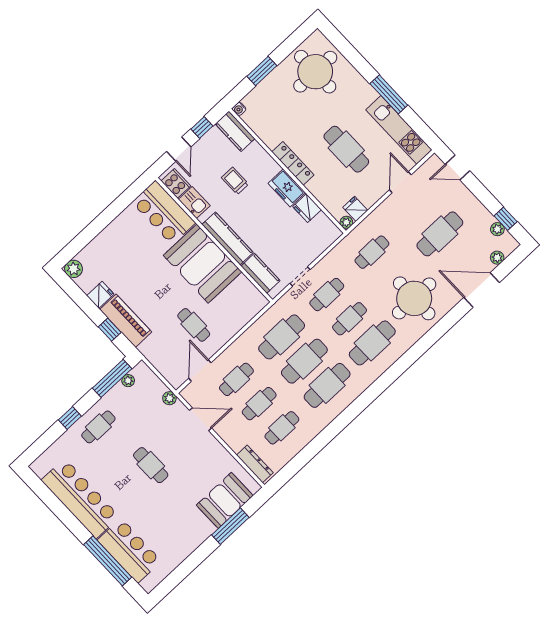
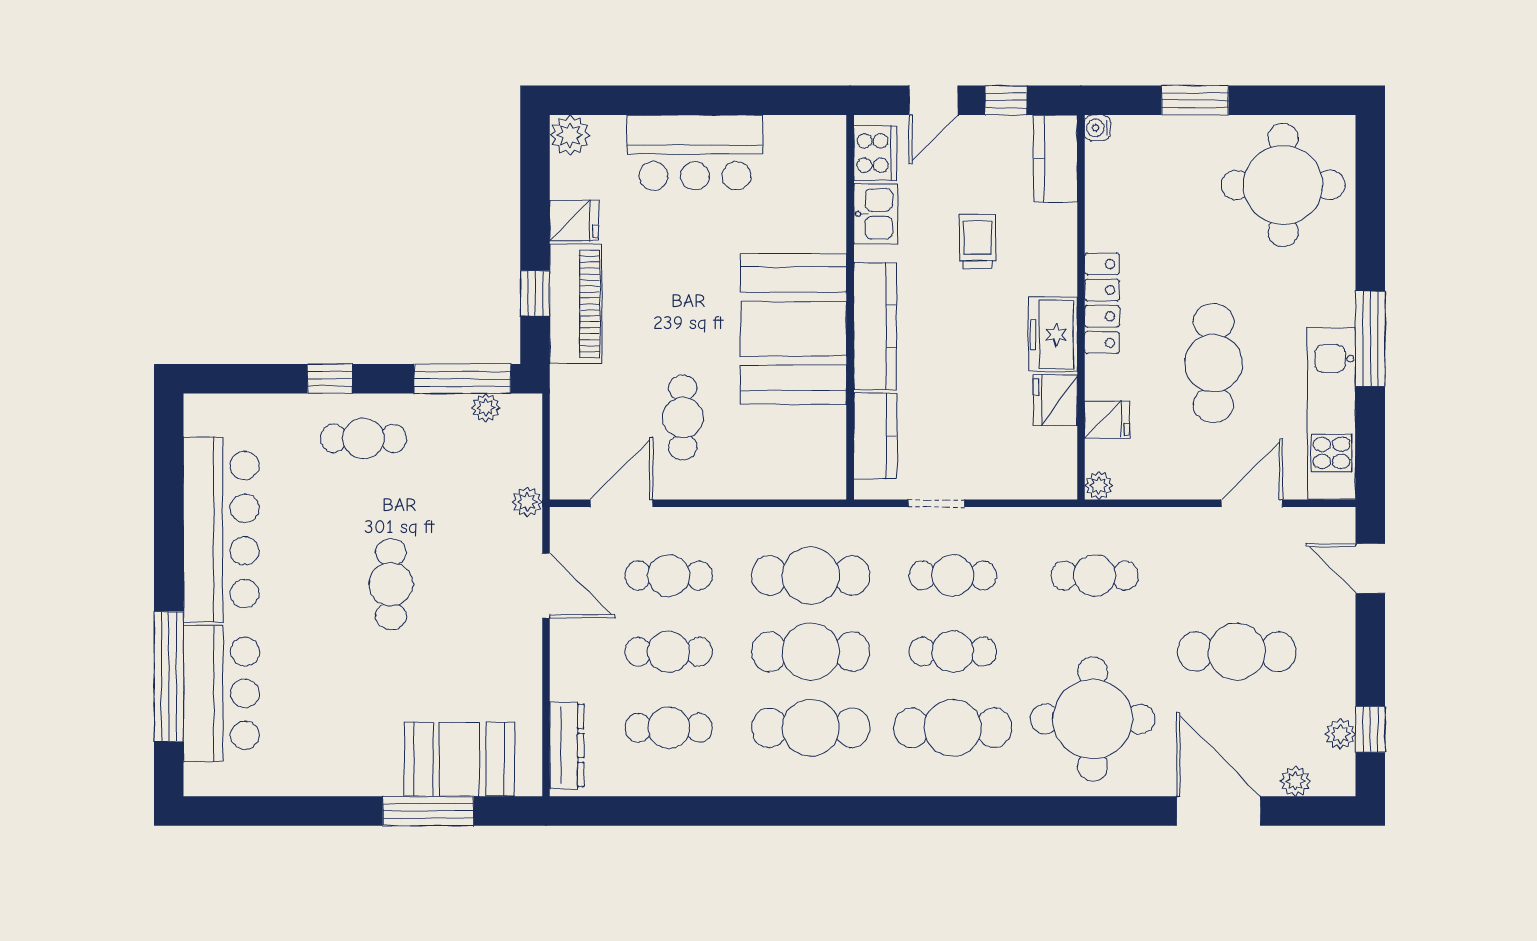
fridge: (355, 209) -> (1107, 420), moved, turned 90
bar counter: (164, 213) -> (695, 153), moved, turned -90

